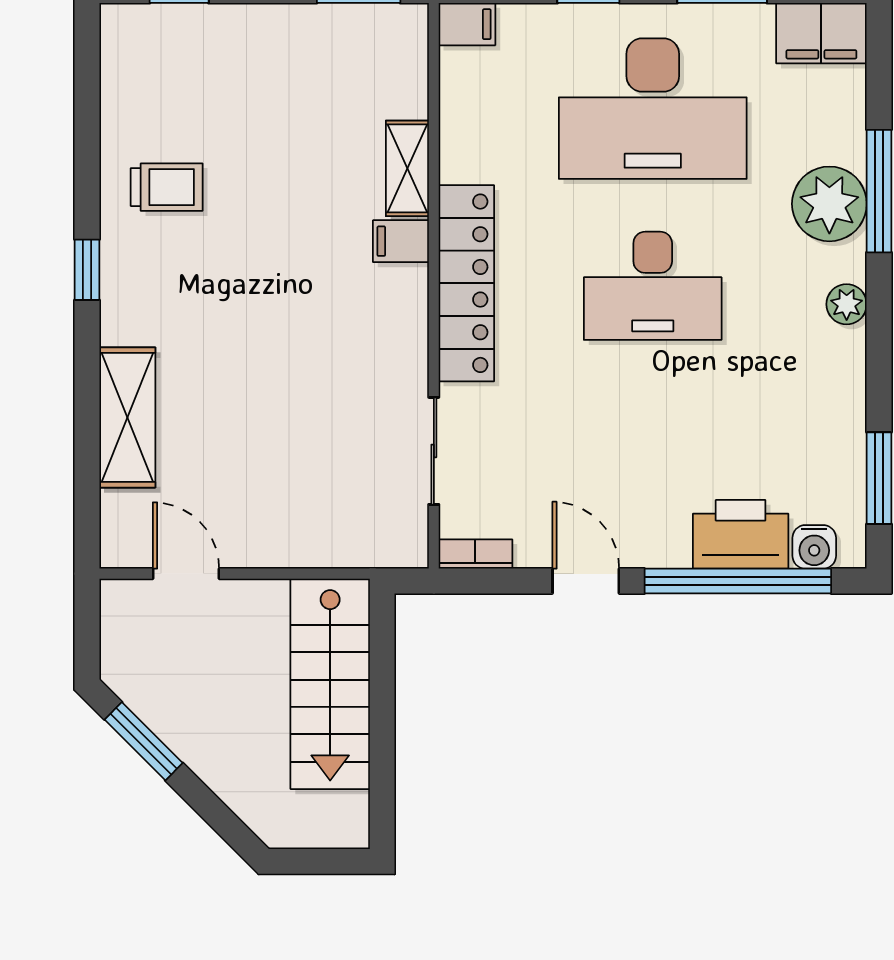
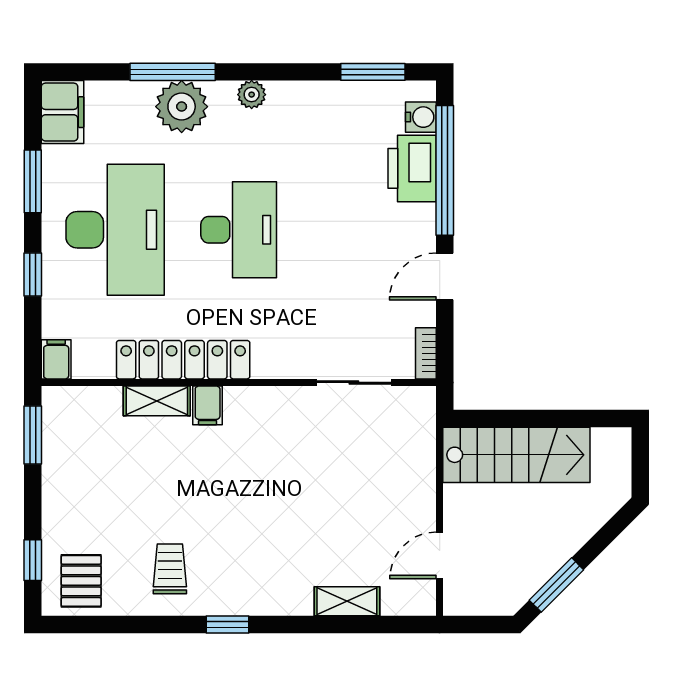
pallet: (149, 60) -> (81, 581), added
locker: (466, 283) -> (183, 360), moved
shelving: (127, 417) -> (347, 601), width x0.67, depth x0.75

